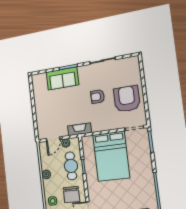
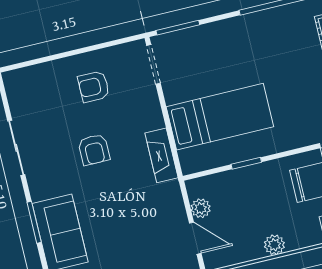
armchair: (127, 99) -> (94, 87), width x0.53, depth x0.53
fireplace: (80, 129) -> (162, 155), moved
bed: (111, 156) -> (220, 117), width x0.67
cafe table: (71, 166) -> (249, 191), removed

